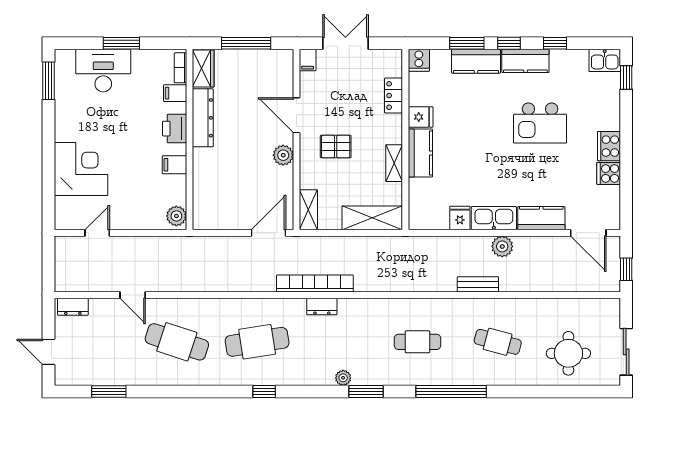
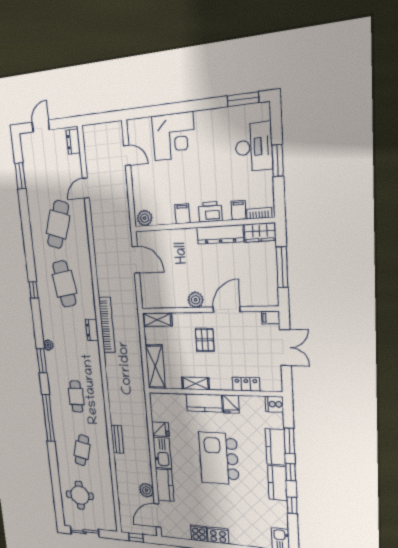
kitchen island: (540, 123) -> (219, 458), moved, width x1.37, depth x1.28
door: (269, 233) -> (136, 260), moved
plant: (502, 246) -> (146, 490), moved

